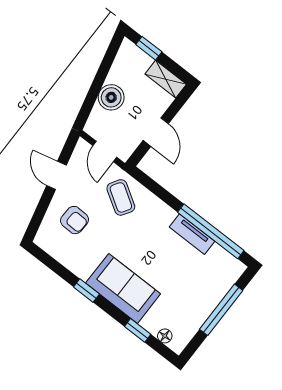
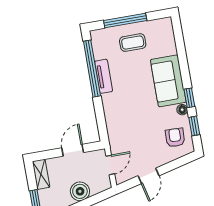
coffee table: (121, 197) -> (133, 43), moved, turned 58
armchair: (74, 220) -> (175, 138), moved
window: (138, 330) -> (194, 126), moved
floor lamp: (165, 336) -> (182, 110), moved

